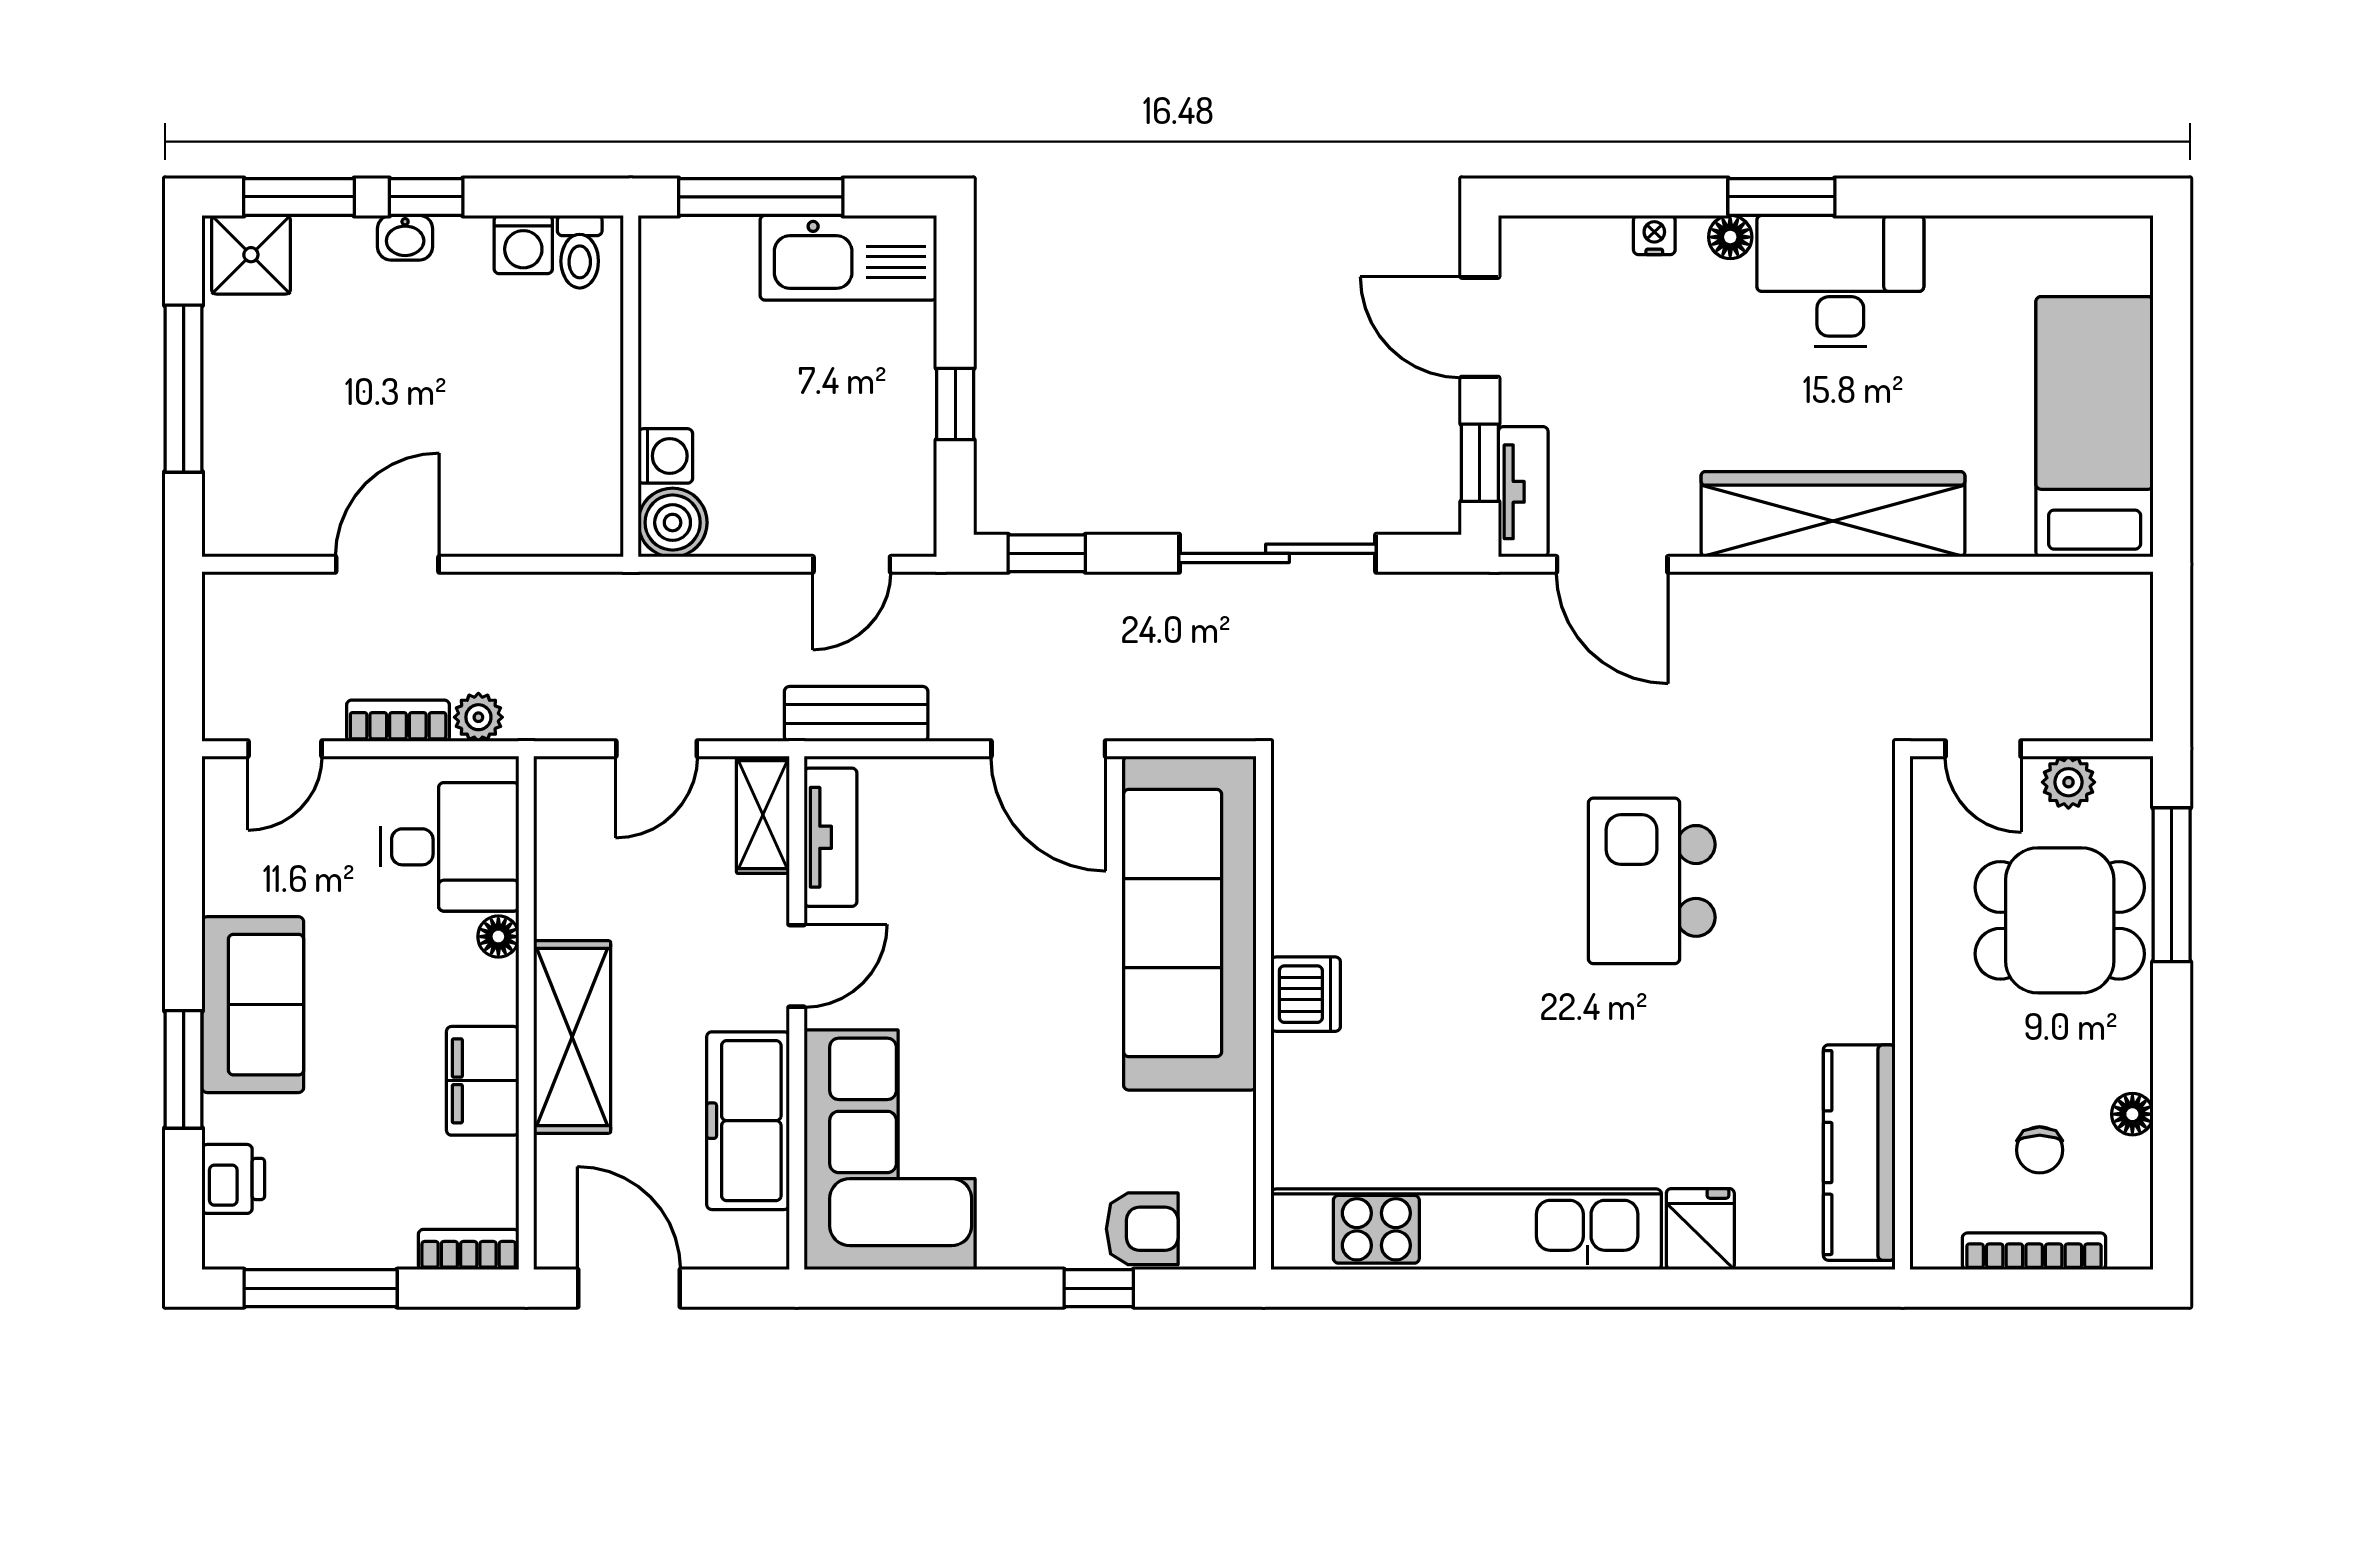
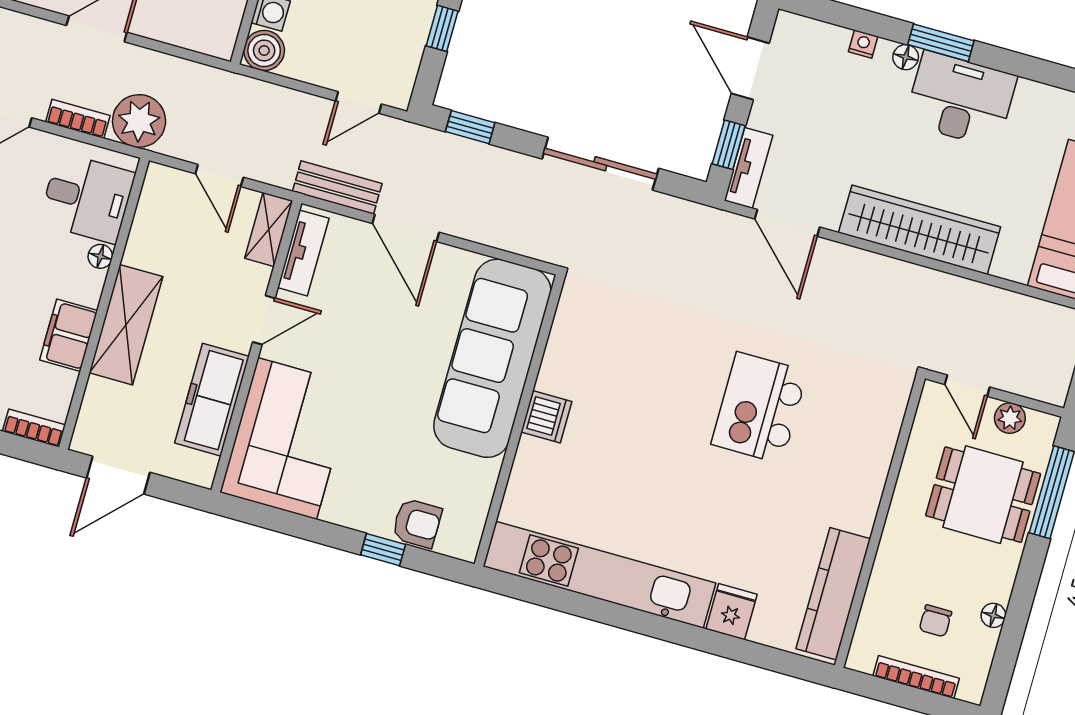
plant: (478, 717) -> (139, 121), width x1.87, depth x1.87
door: (657, 749) -> (219, 175), hinge flipped
door: (1048, 749) -> (406, 228), moved
door: (629, 1288) -> (118, 475), swing flipped

